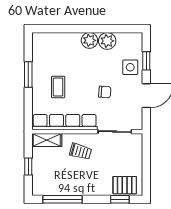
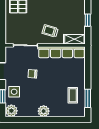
plant: (107, 41) -> (11, 111), moved
window: (28, 74) -> (88, 98), moved
coffee table: (58, 87) -> (73, 95), moved

